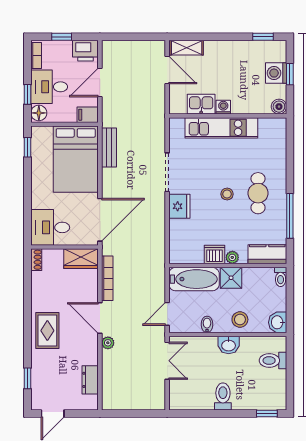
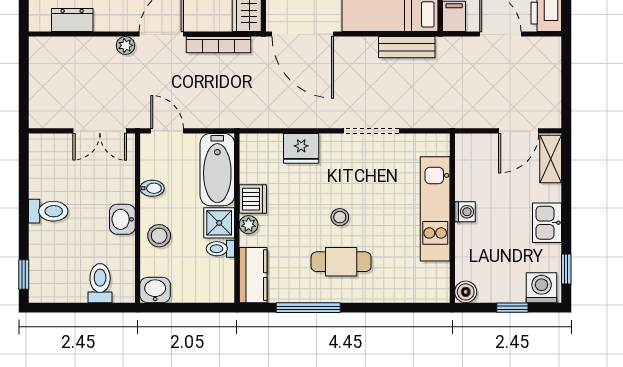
washing machine: (276, 73) -> (542, 288), moved
kitchen sink: (201, 104) -> (547, 223), moved, turned 180
fridge: (179, 206) -> (301, 148), moved
toilet: (281, 277) -> (220, 249), moved

